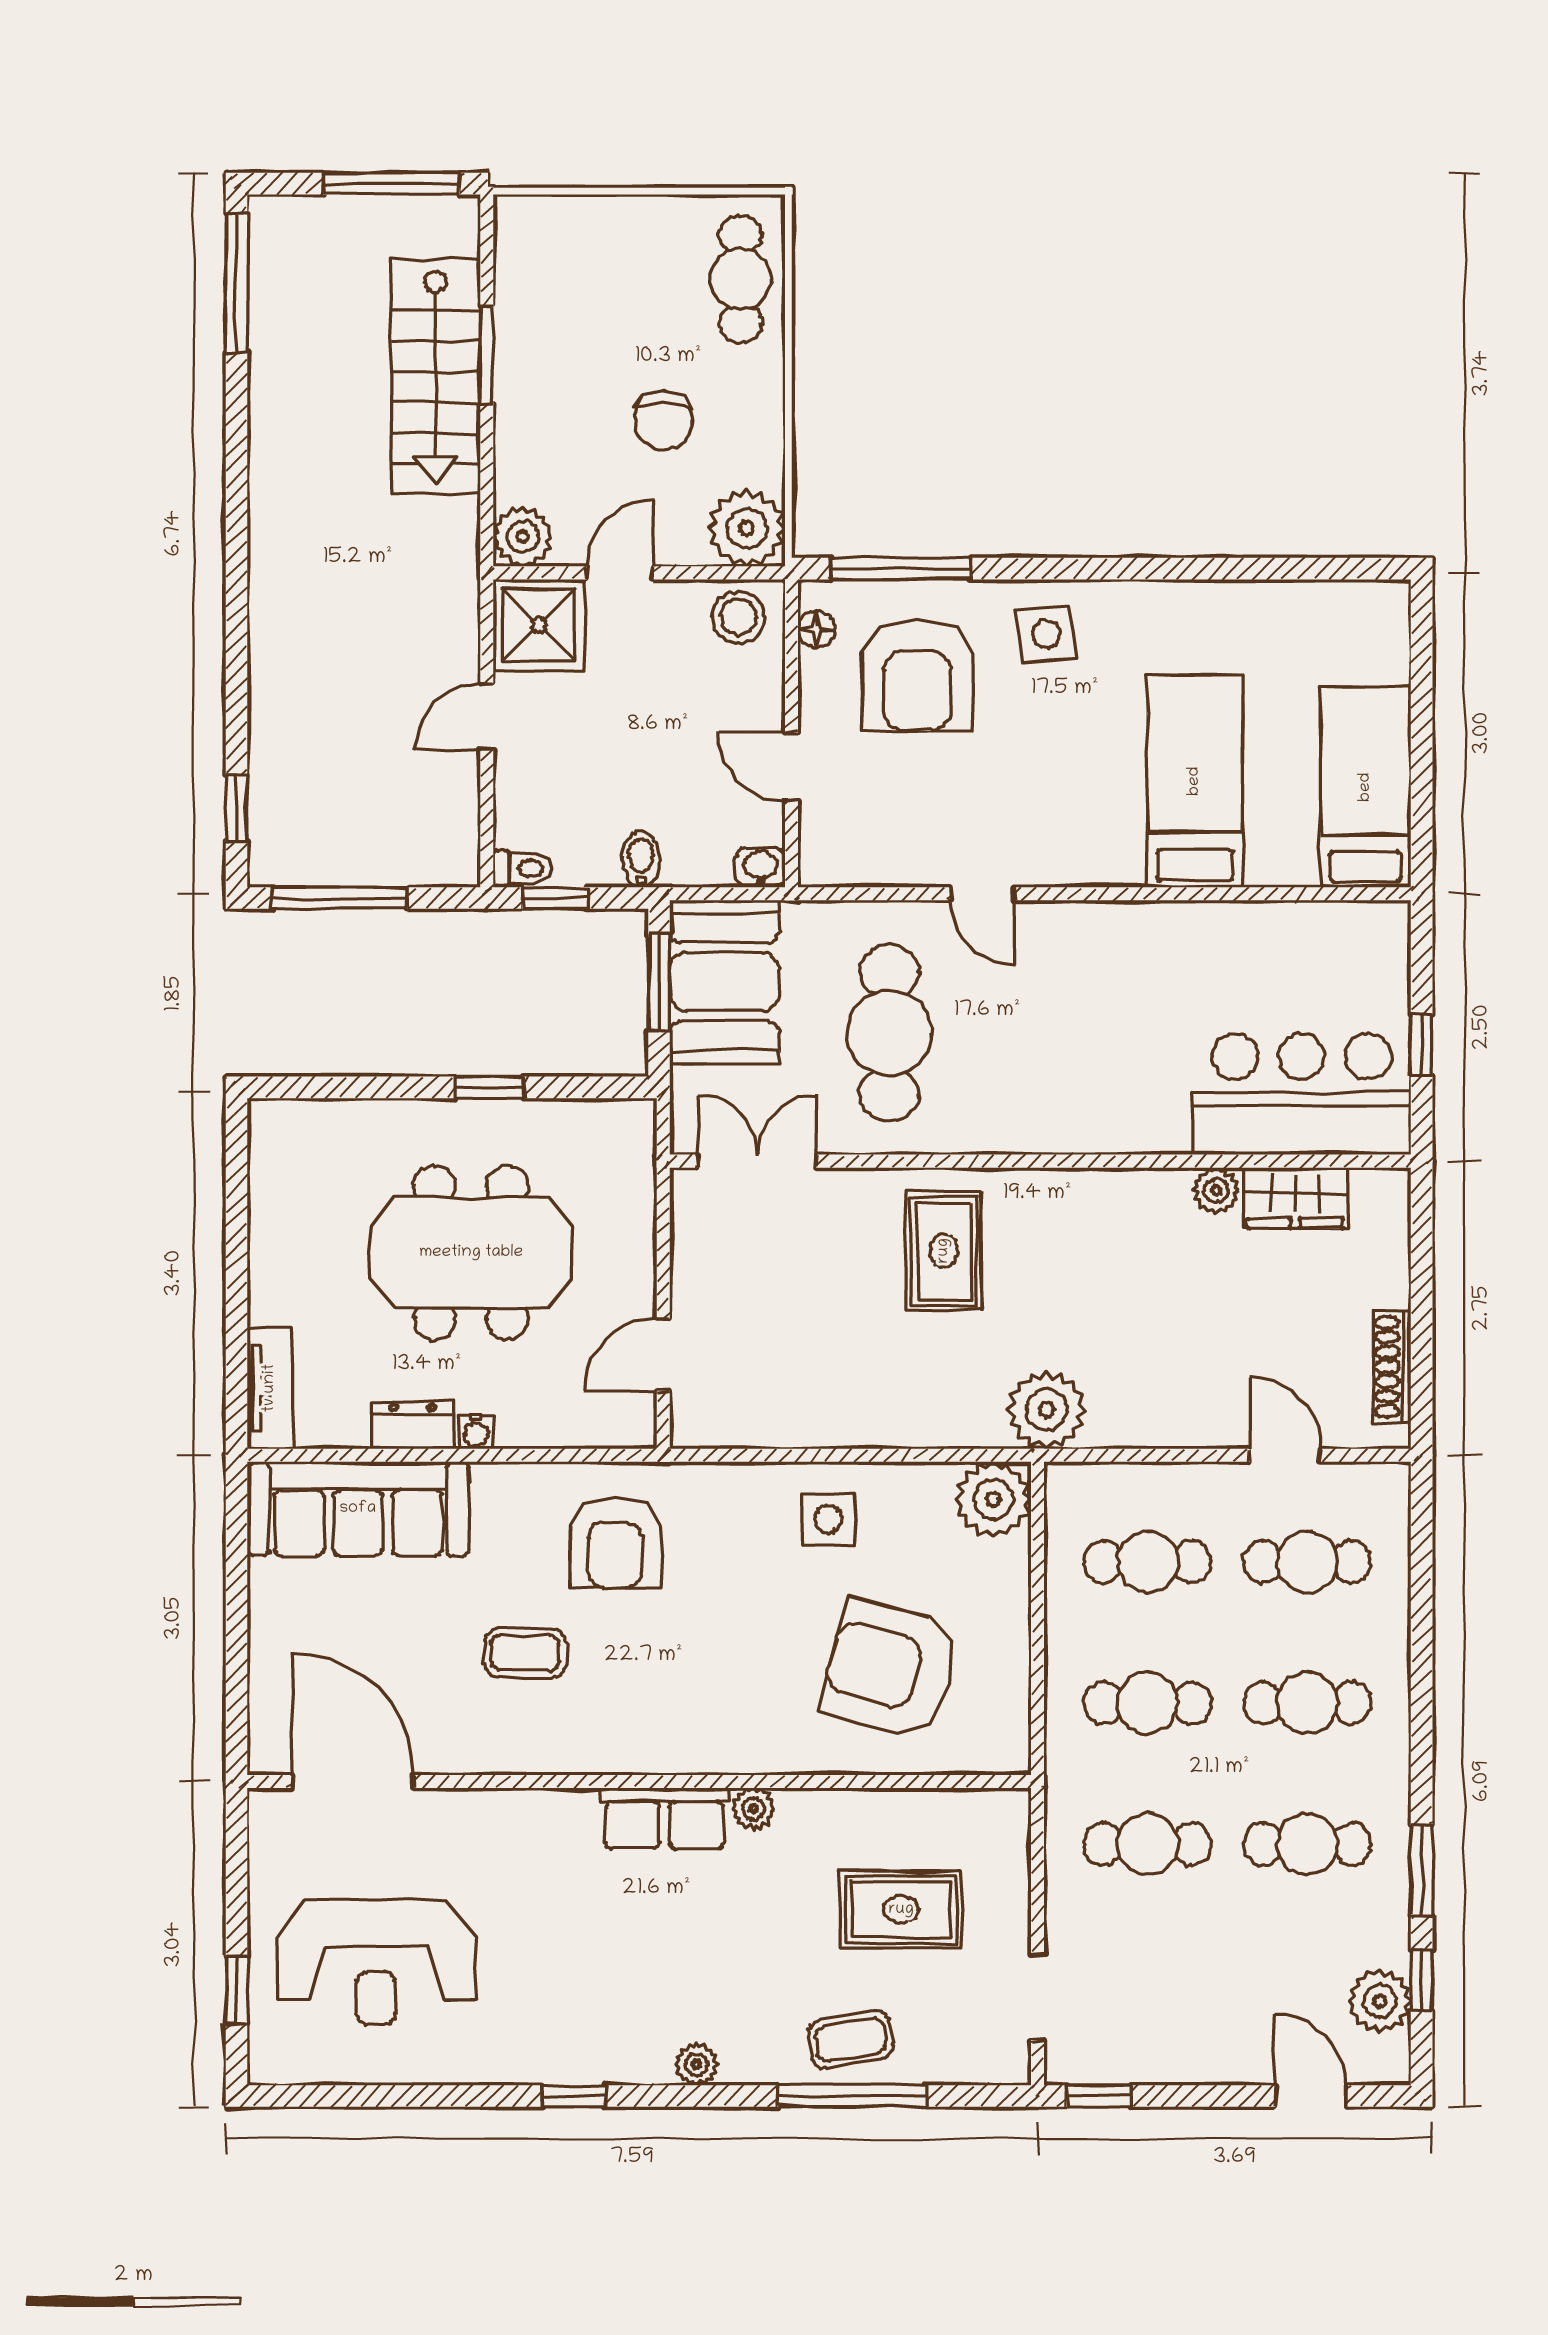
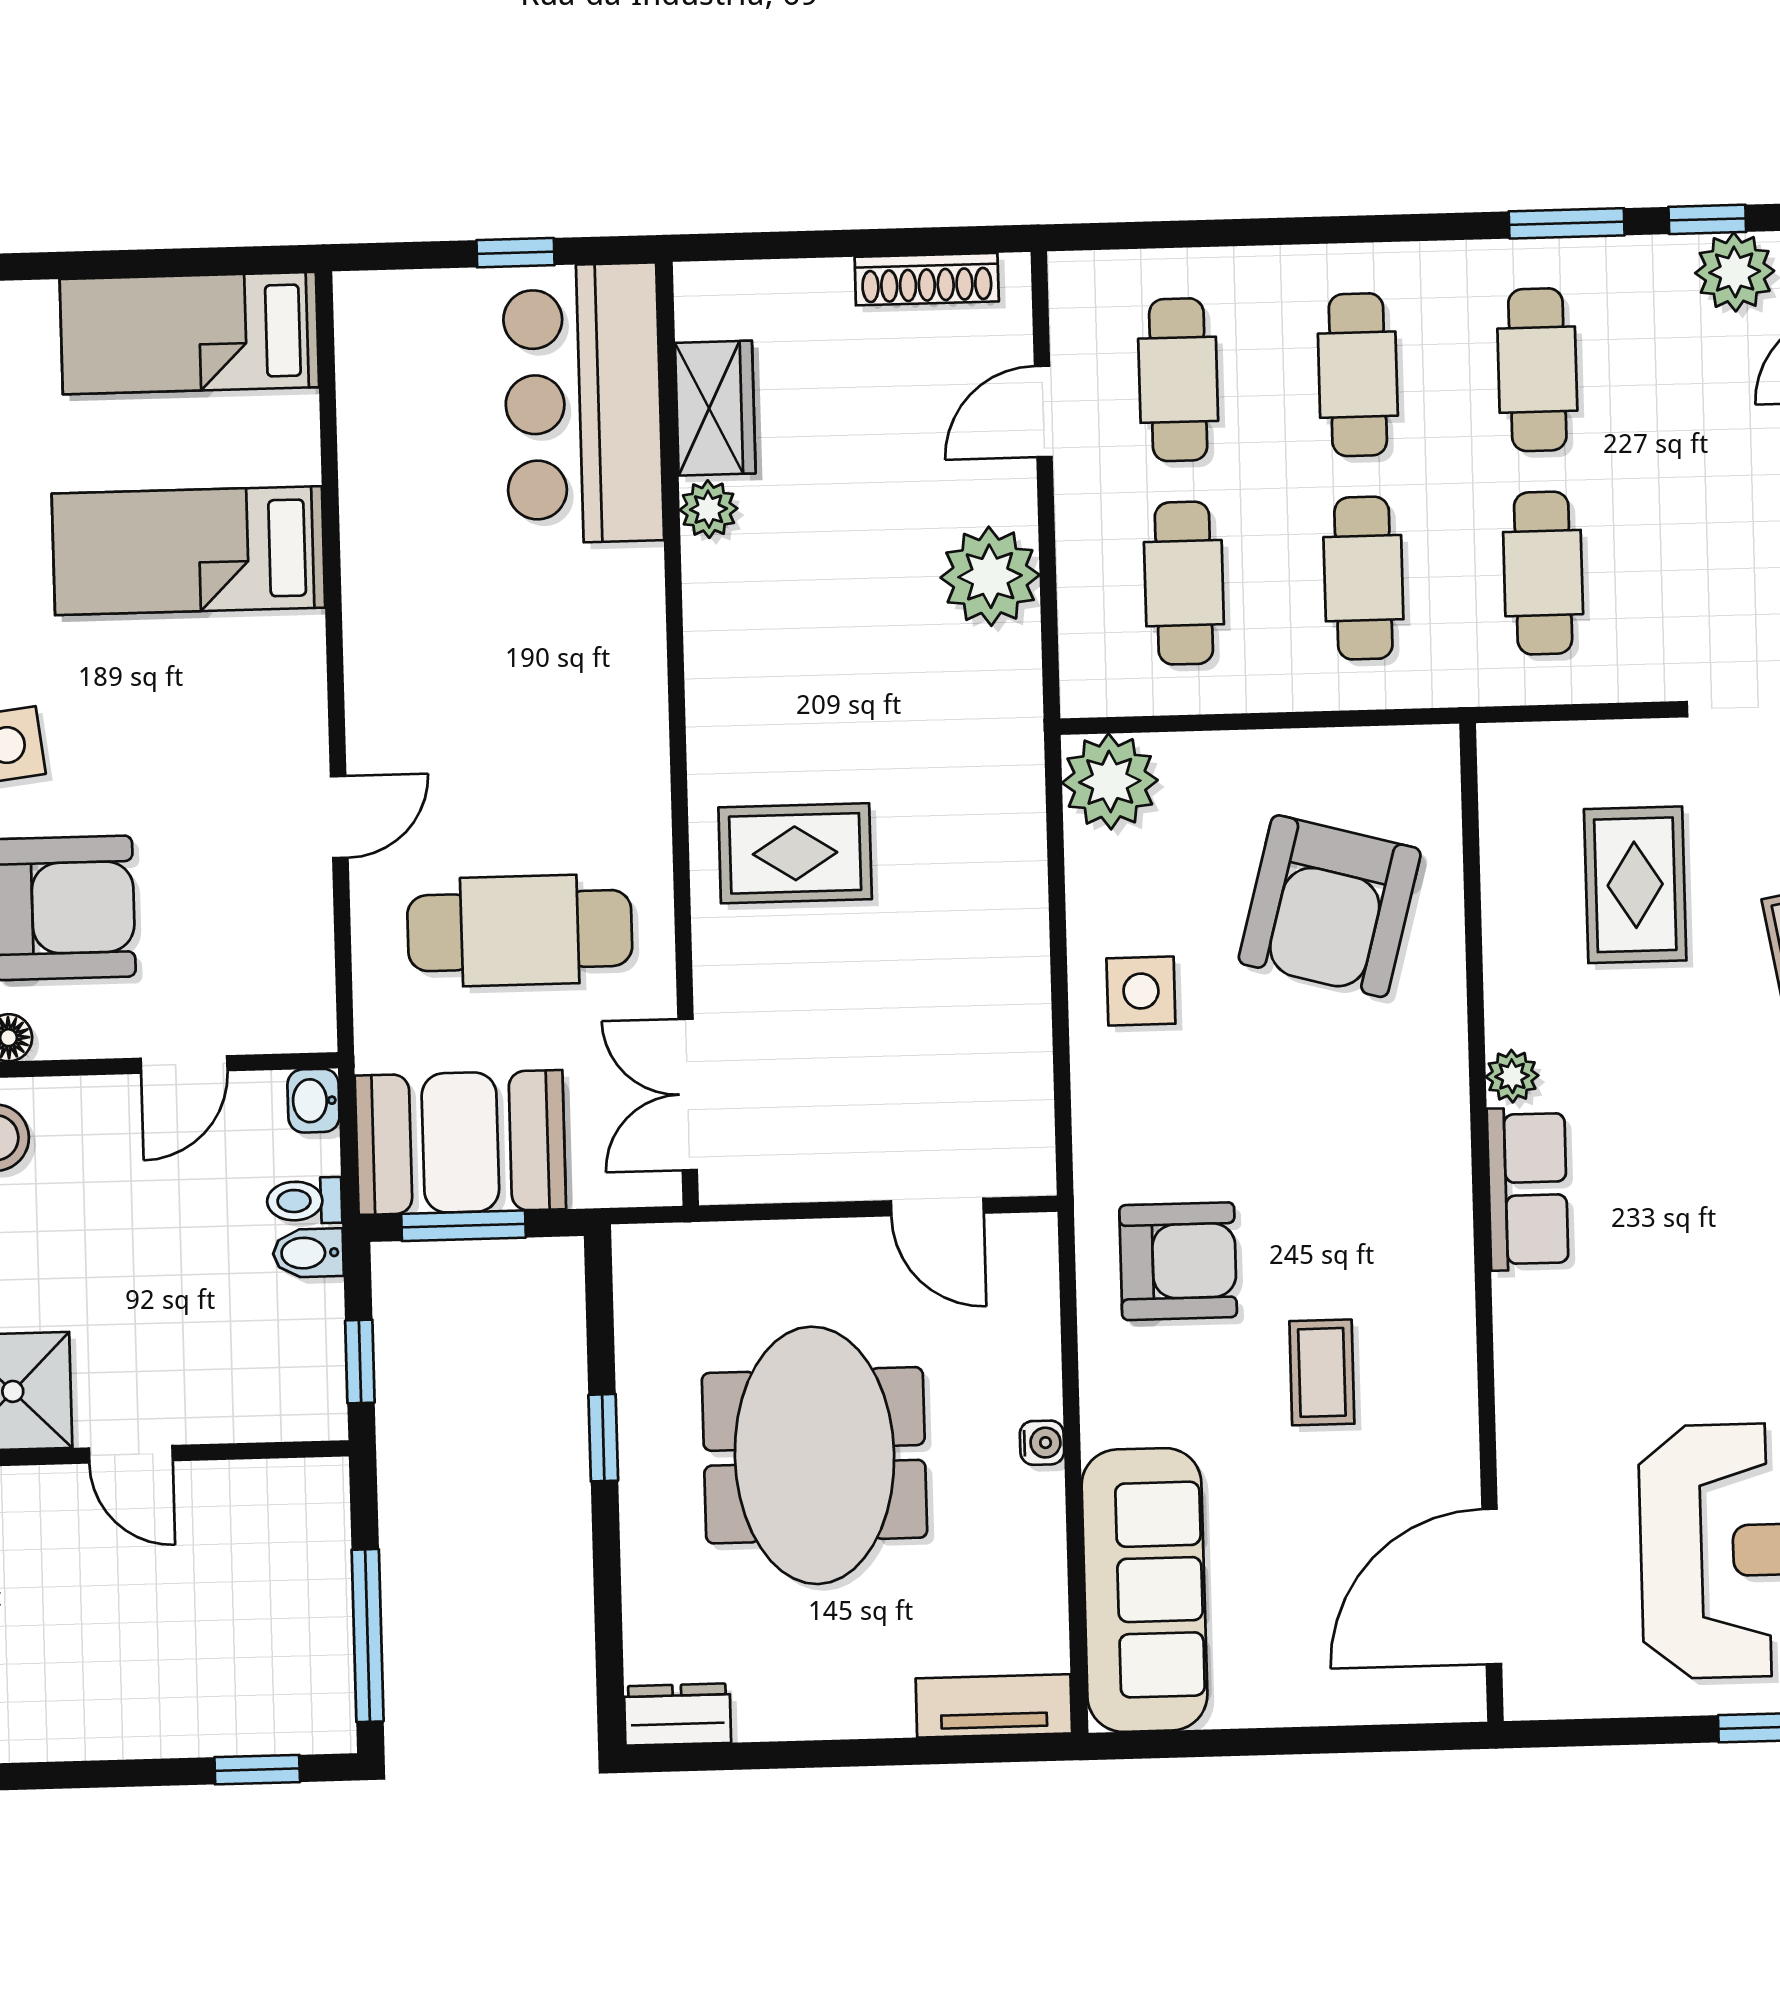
toilet: (523, 868) -> (304, 1201), moved, turned -90
plant: (1046, 1410) -> (990, 576), moved
dresser: (413, 1426) -> (677, 1715), moved, turned 90

